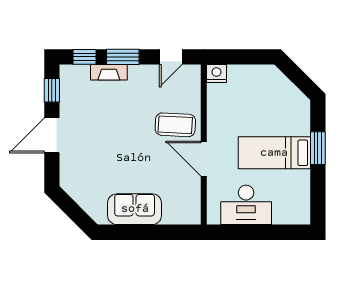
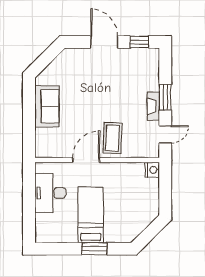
window: (84, 57) -> (165, 67), removed
door: (171, 57) -> (165, 134), swing flipped
fireplace: (109, 72) -> (153, 106), moved

